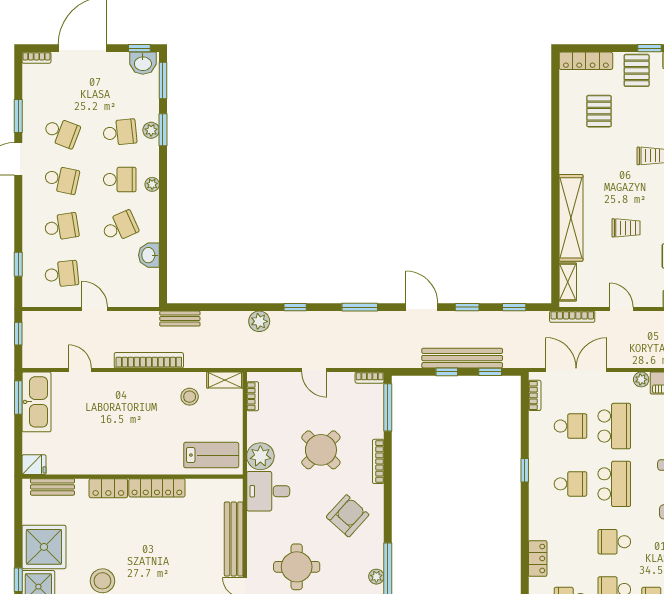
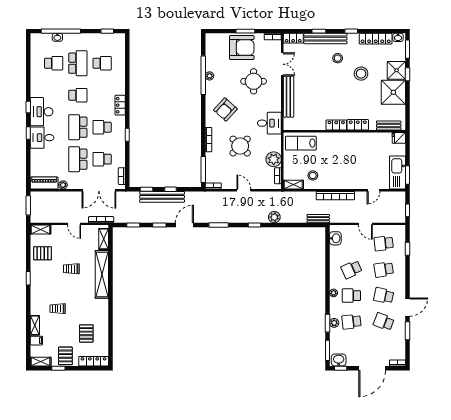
washbasin: (149, 255) -> (335, 238), moved
door: (422, 307) -> (184, 225), swing flipped
door: (80, 370) -> (374, 190), hinge flipped
plant: (260, 456) -> (274, 159), moved
locker: (157, 488) -> (336, 125), width x0.66
locker: (538, 558) -> (120, 105), moved

